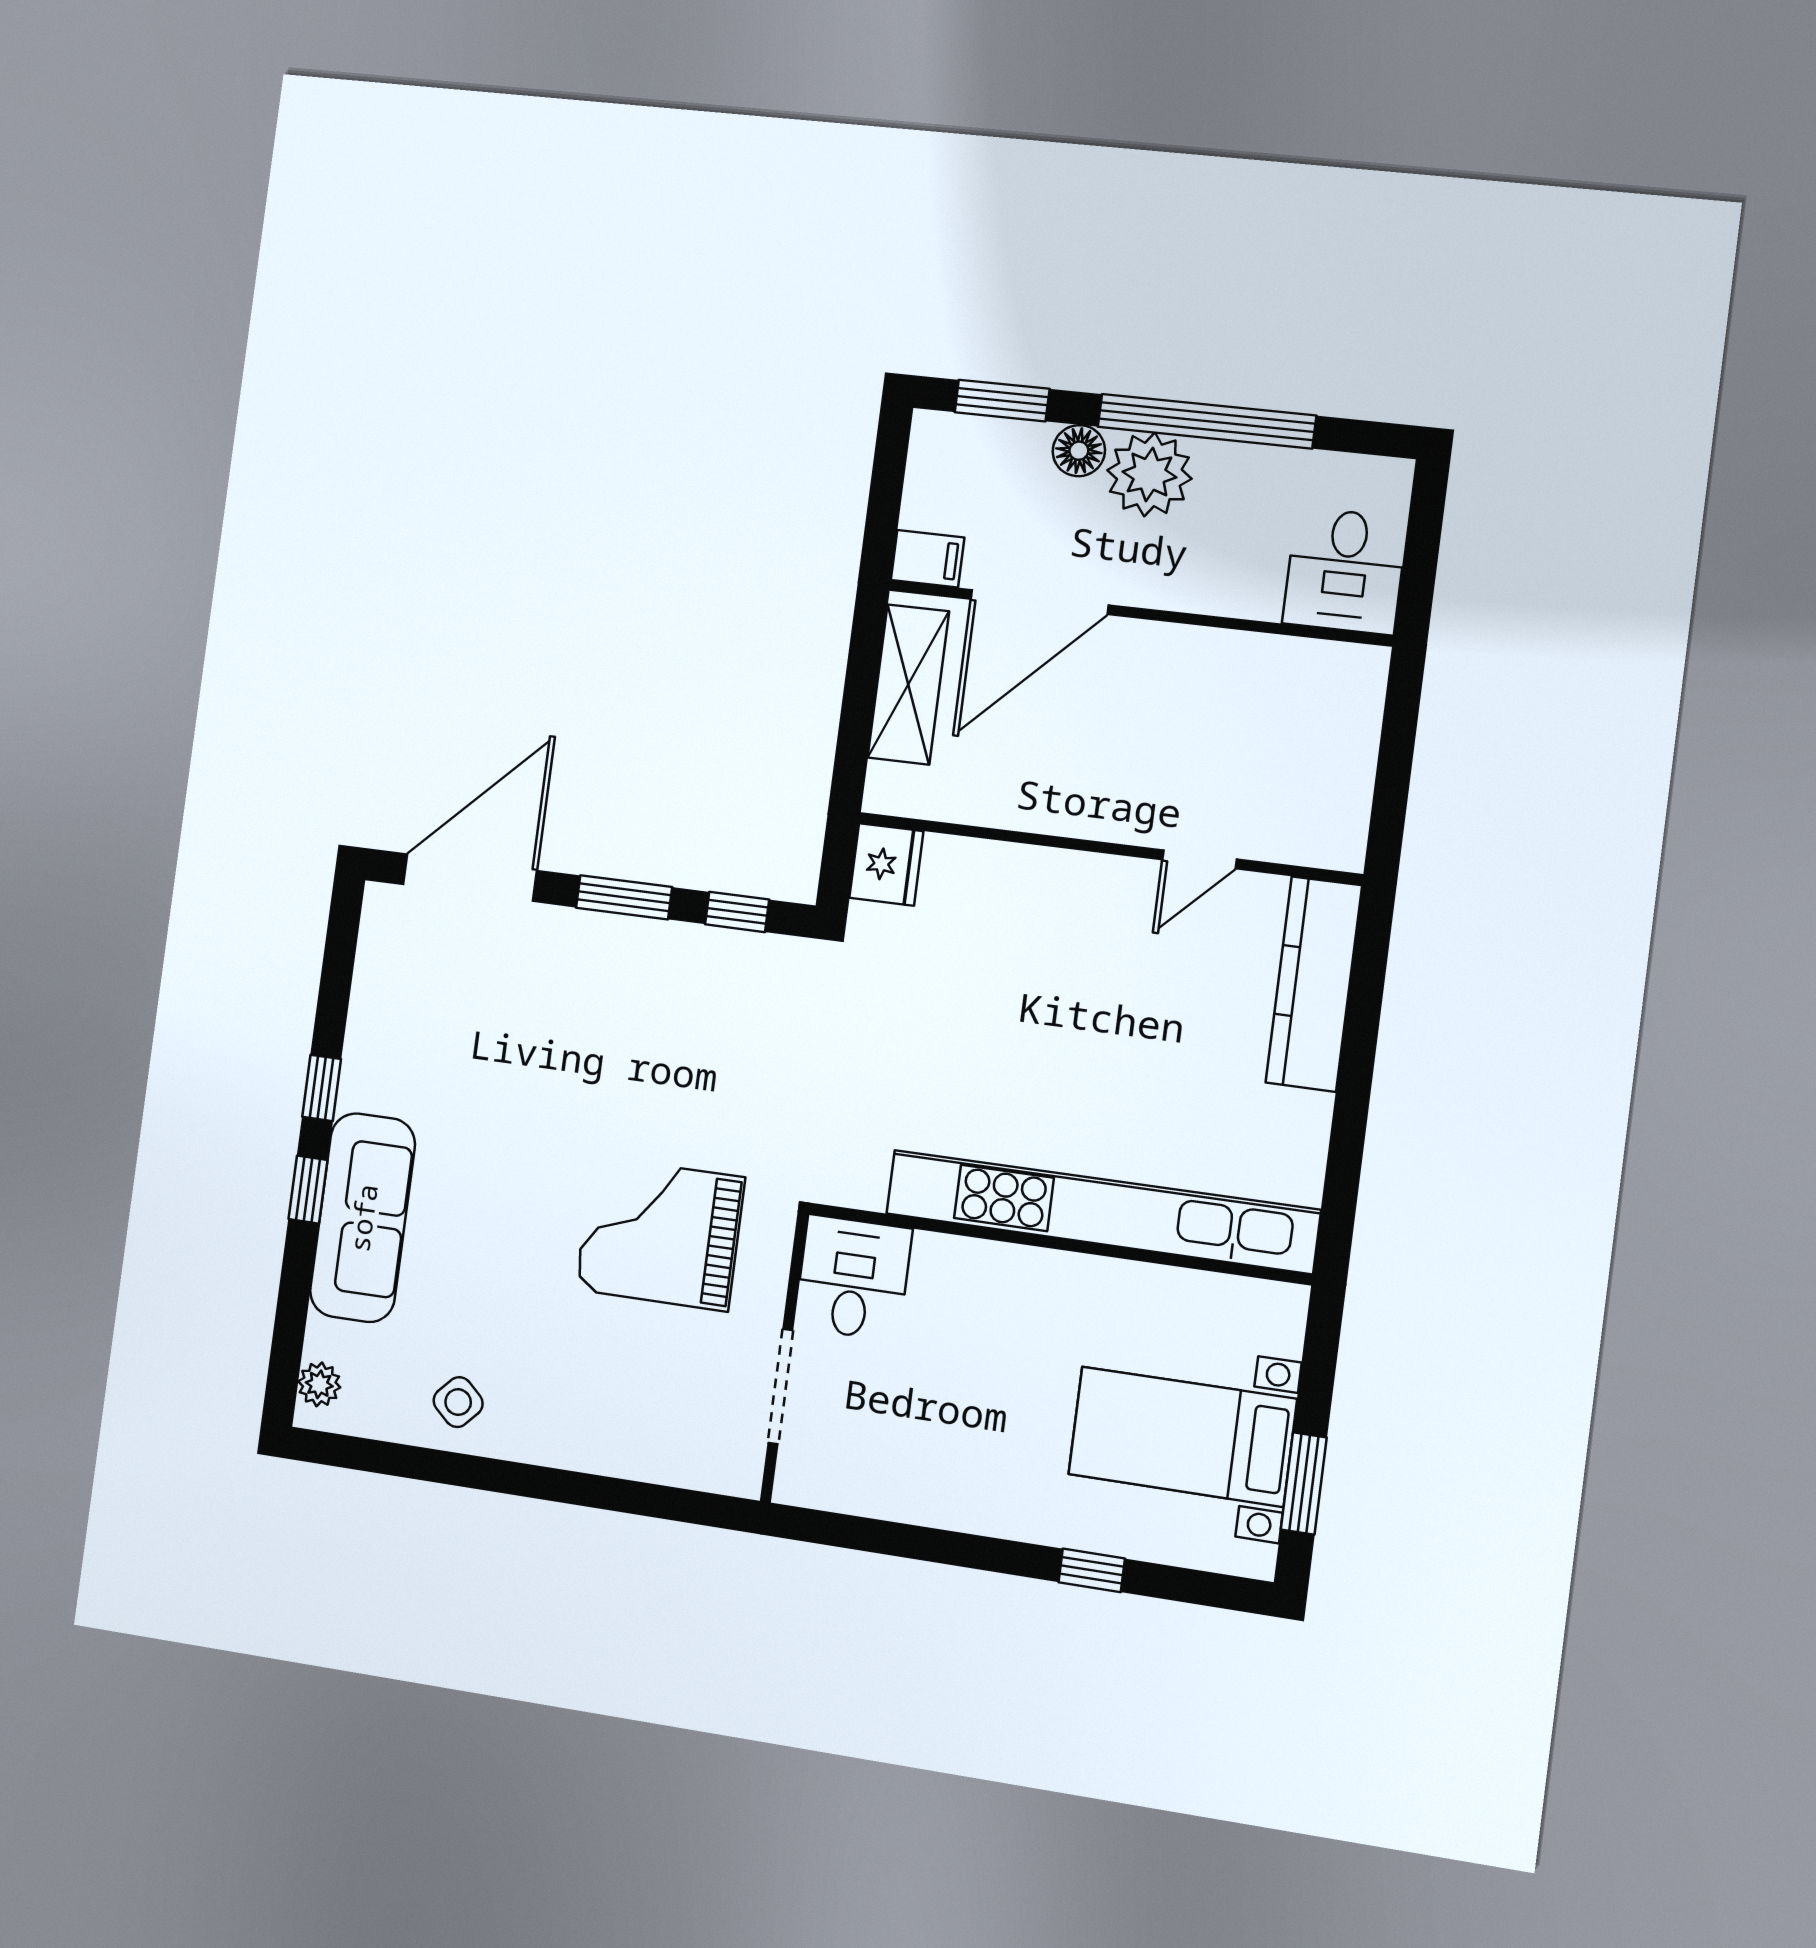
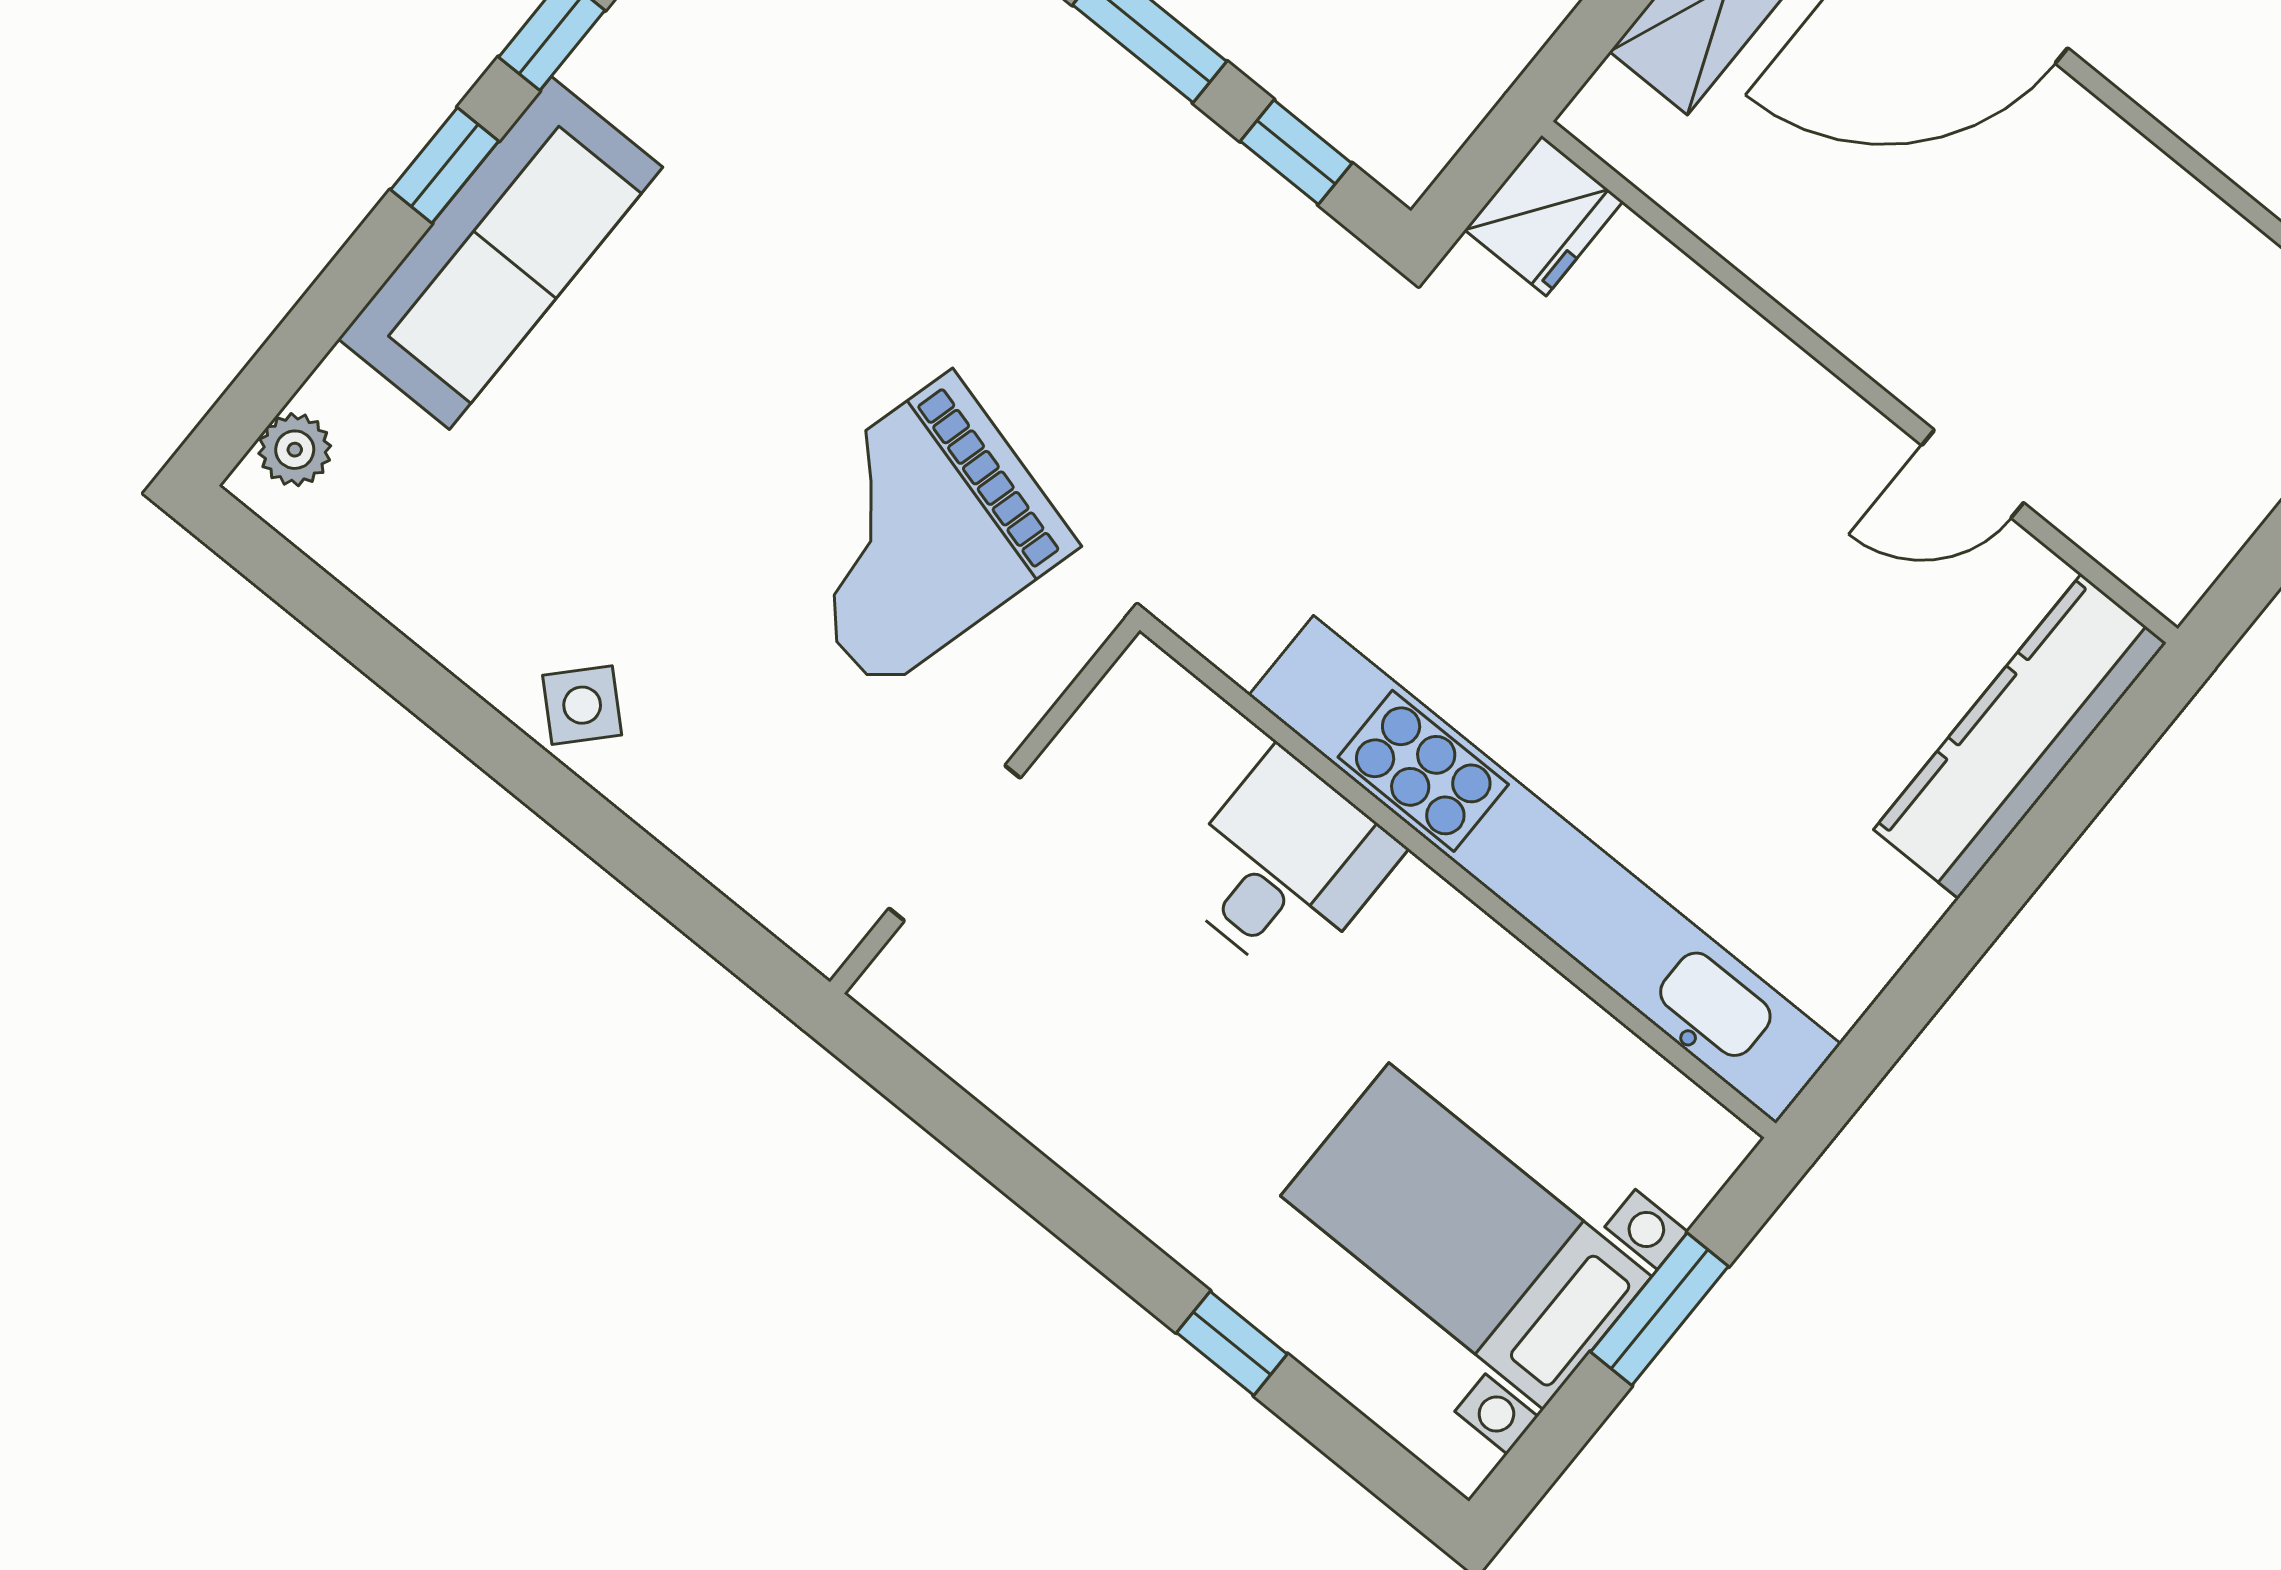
grand piano: (660, 1233) -> (914, 532), turned -75
desk: (853, 1278) -> (1285, 866), moved
side table: (458, 1402) -> (582, 705), moved
window: (1304, 1483) -> (1660, 1309), moved

